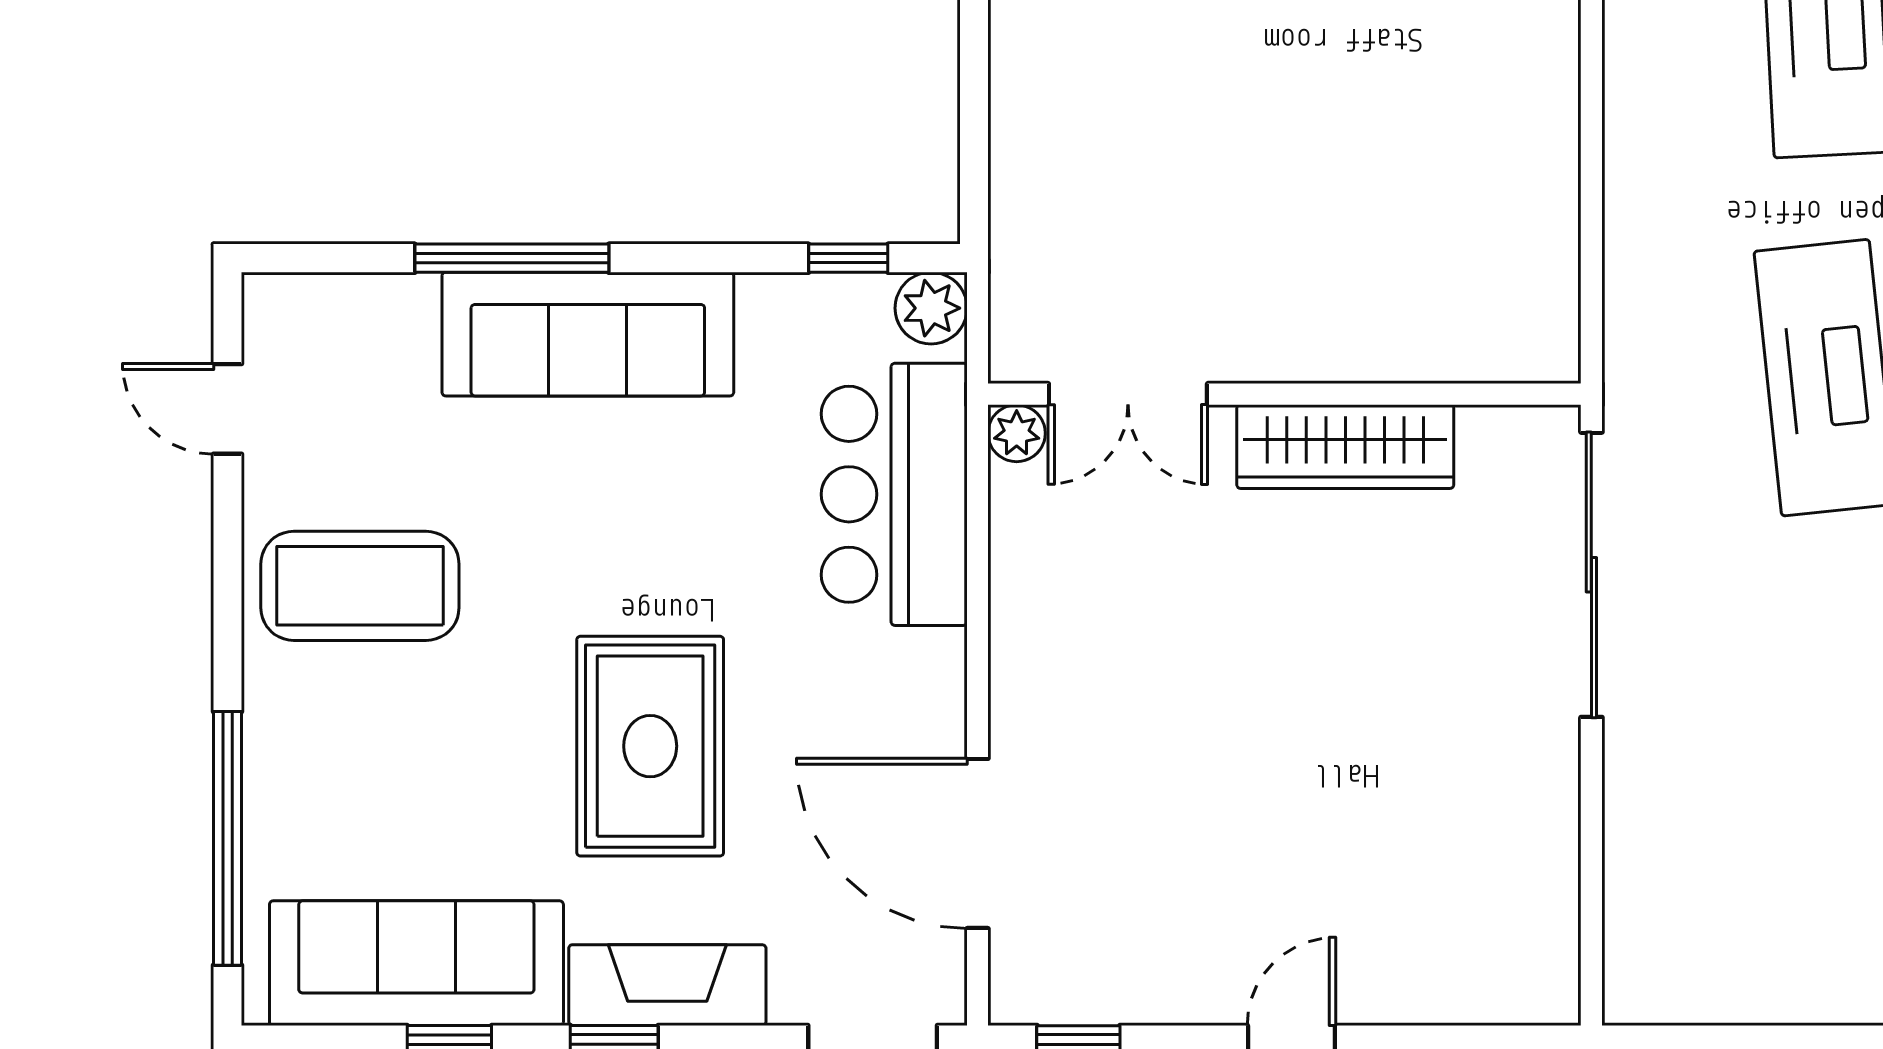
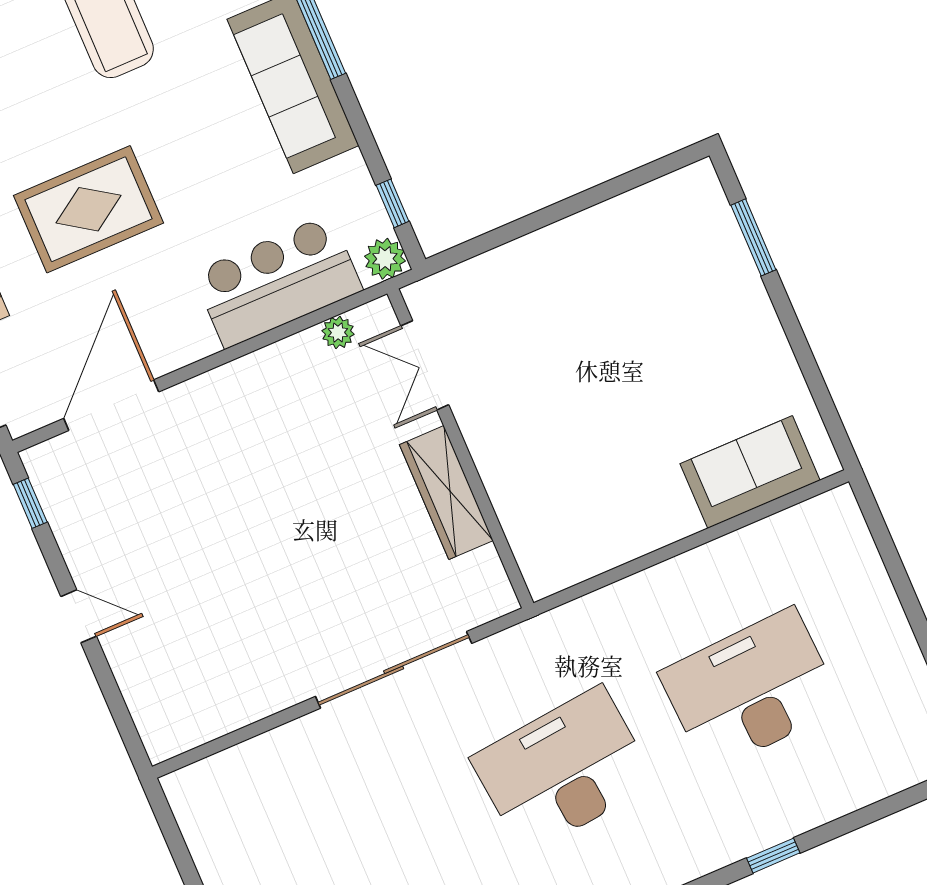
double door: (1128, 394) -> (425, 365), moved
wall: (1284, 394) -> (460, 448), moved
wardrobe: (1345, 447) -> (446, 493), moved

